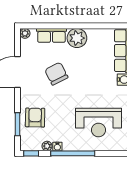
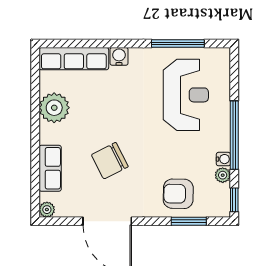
plant: (77, 38) -> (54, 108), moved

